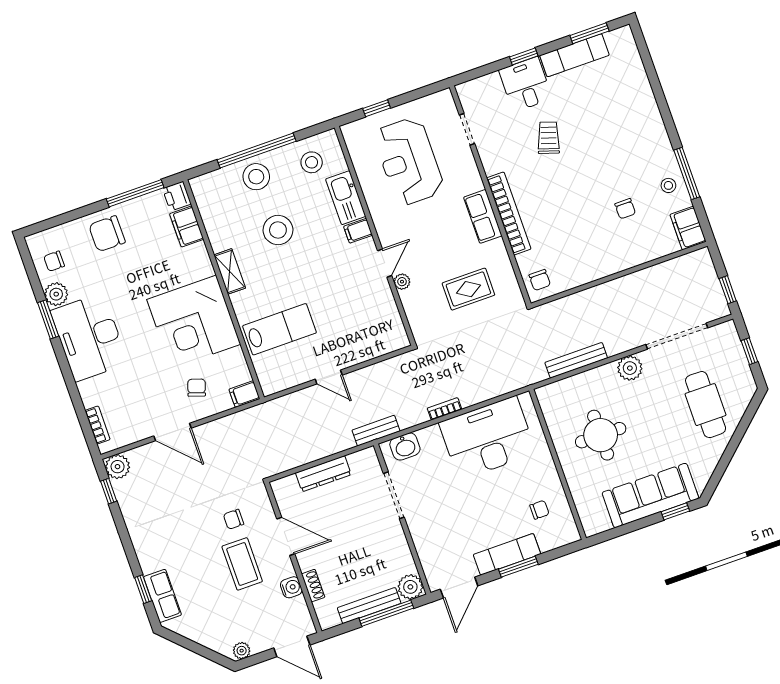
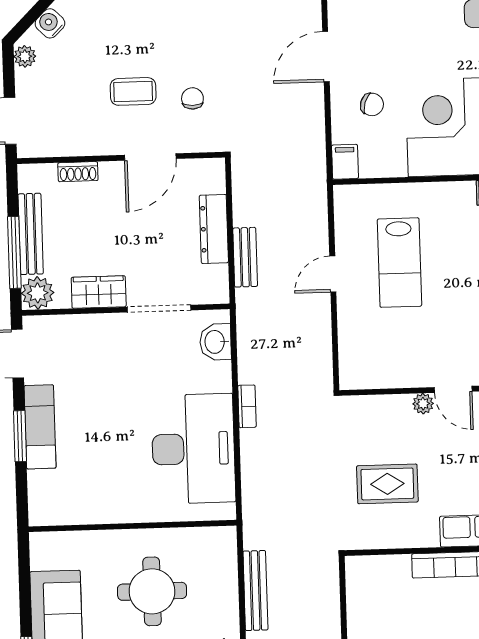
chair: (540, 280) -> (370, 577), removed
rug: (468, 289) -> (387, 484), turned 90
lab bench: (280, 329) -> (399, 263), moved
bench: (376, 431) -> (245, 257), moved
chair: (539, 510) -> (83, 485), removed
wardrobe: (396, 543) -> (99, 292), added
coffee table: (242, 564) -> (133, 91), width x0.73, depth x0.77
water cooler: (291, 587) -> (50, 23), moved, turned 135

